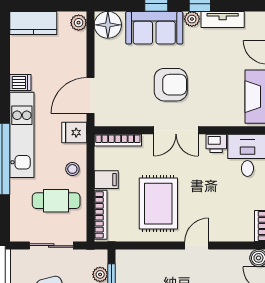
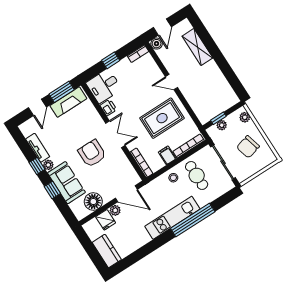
plant: (79, 23) -> (115, 210), moved
floor lamp: (108, 25) -> (93, 201), moved
dishwasher: (20, 83) -> (144, 237), removed
fridge: (74, 133) -> (106, 220), moved
sliding door: (51, 246) -> (223, 162), width x1.37

